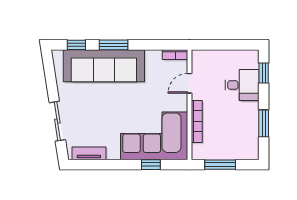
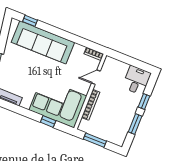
window: (114, 45) -> (55, 31), removed
window: (264, 73) -> (144, 102), moved
desk: (242, 85) -> (137, 80), moved, turned -90

